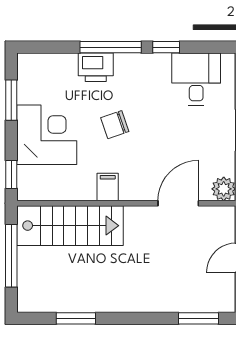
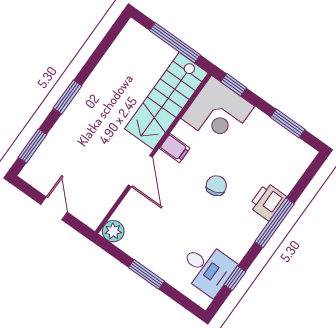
window: (166, 47) -> (235, 278), moved
corner desk: (47, 135) -> (218, 112), moved
door: (178, 203) -> (140, 171), moved
window: (76, 318) -> (68, 97), moved

